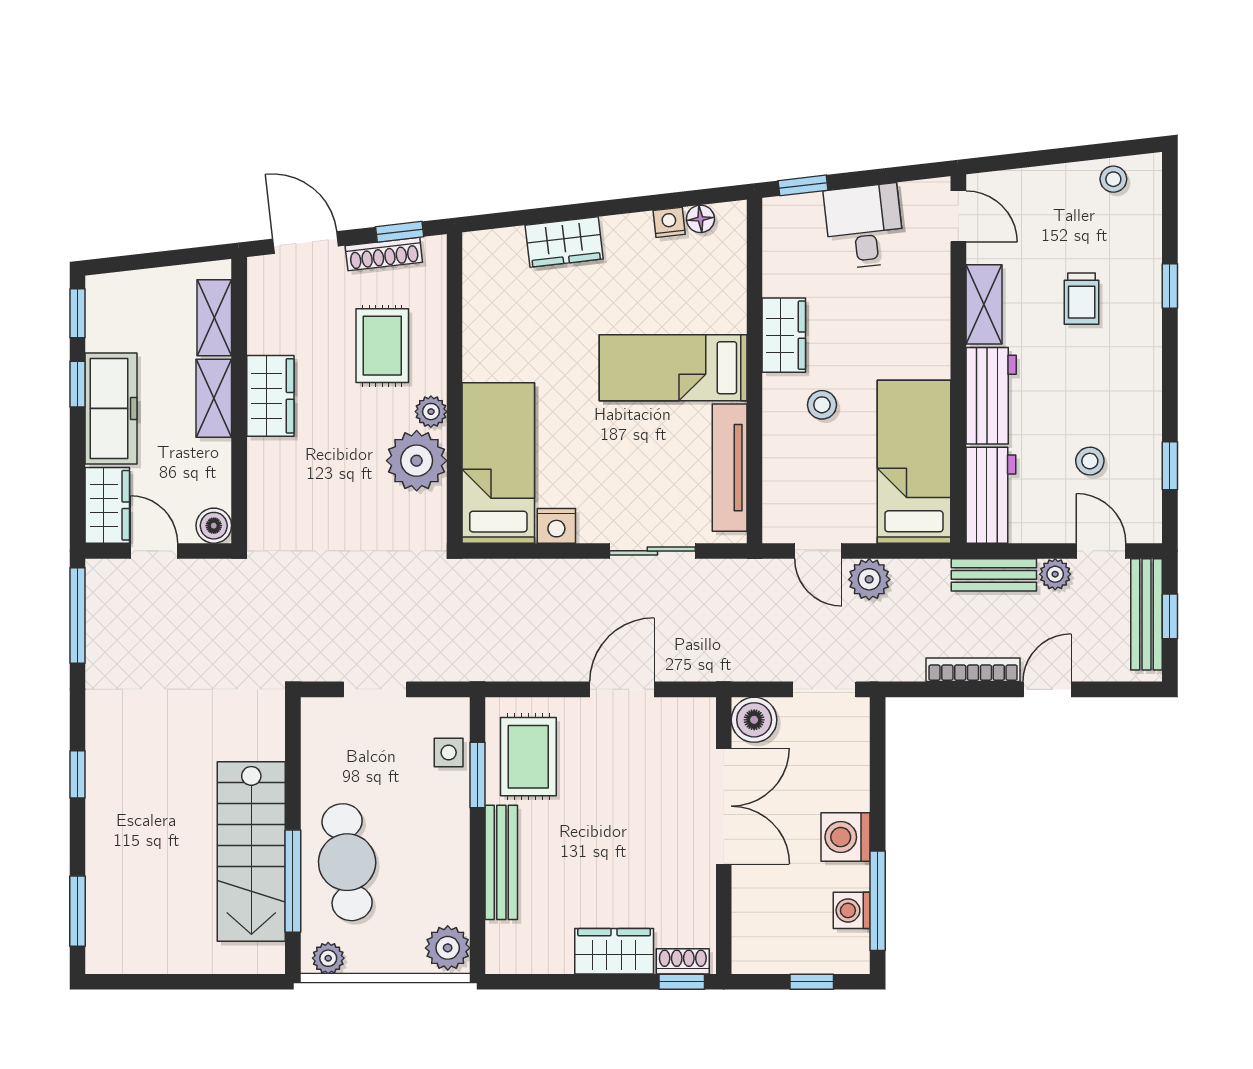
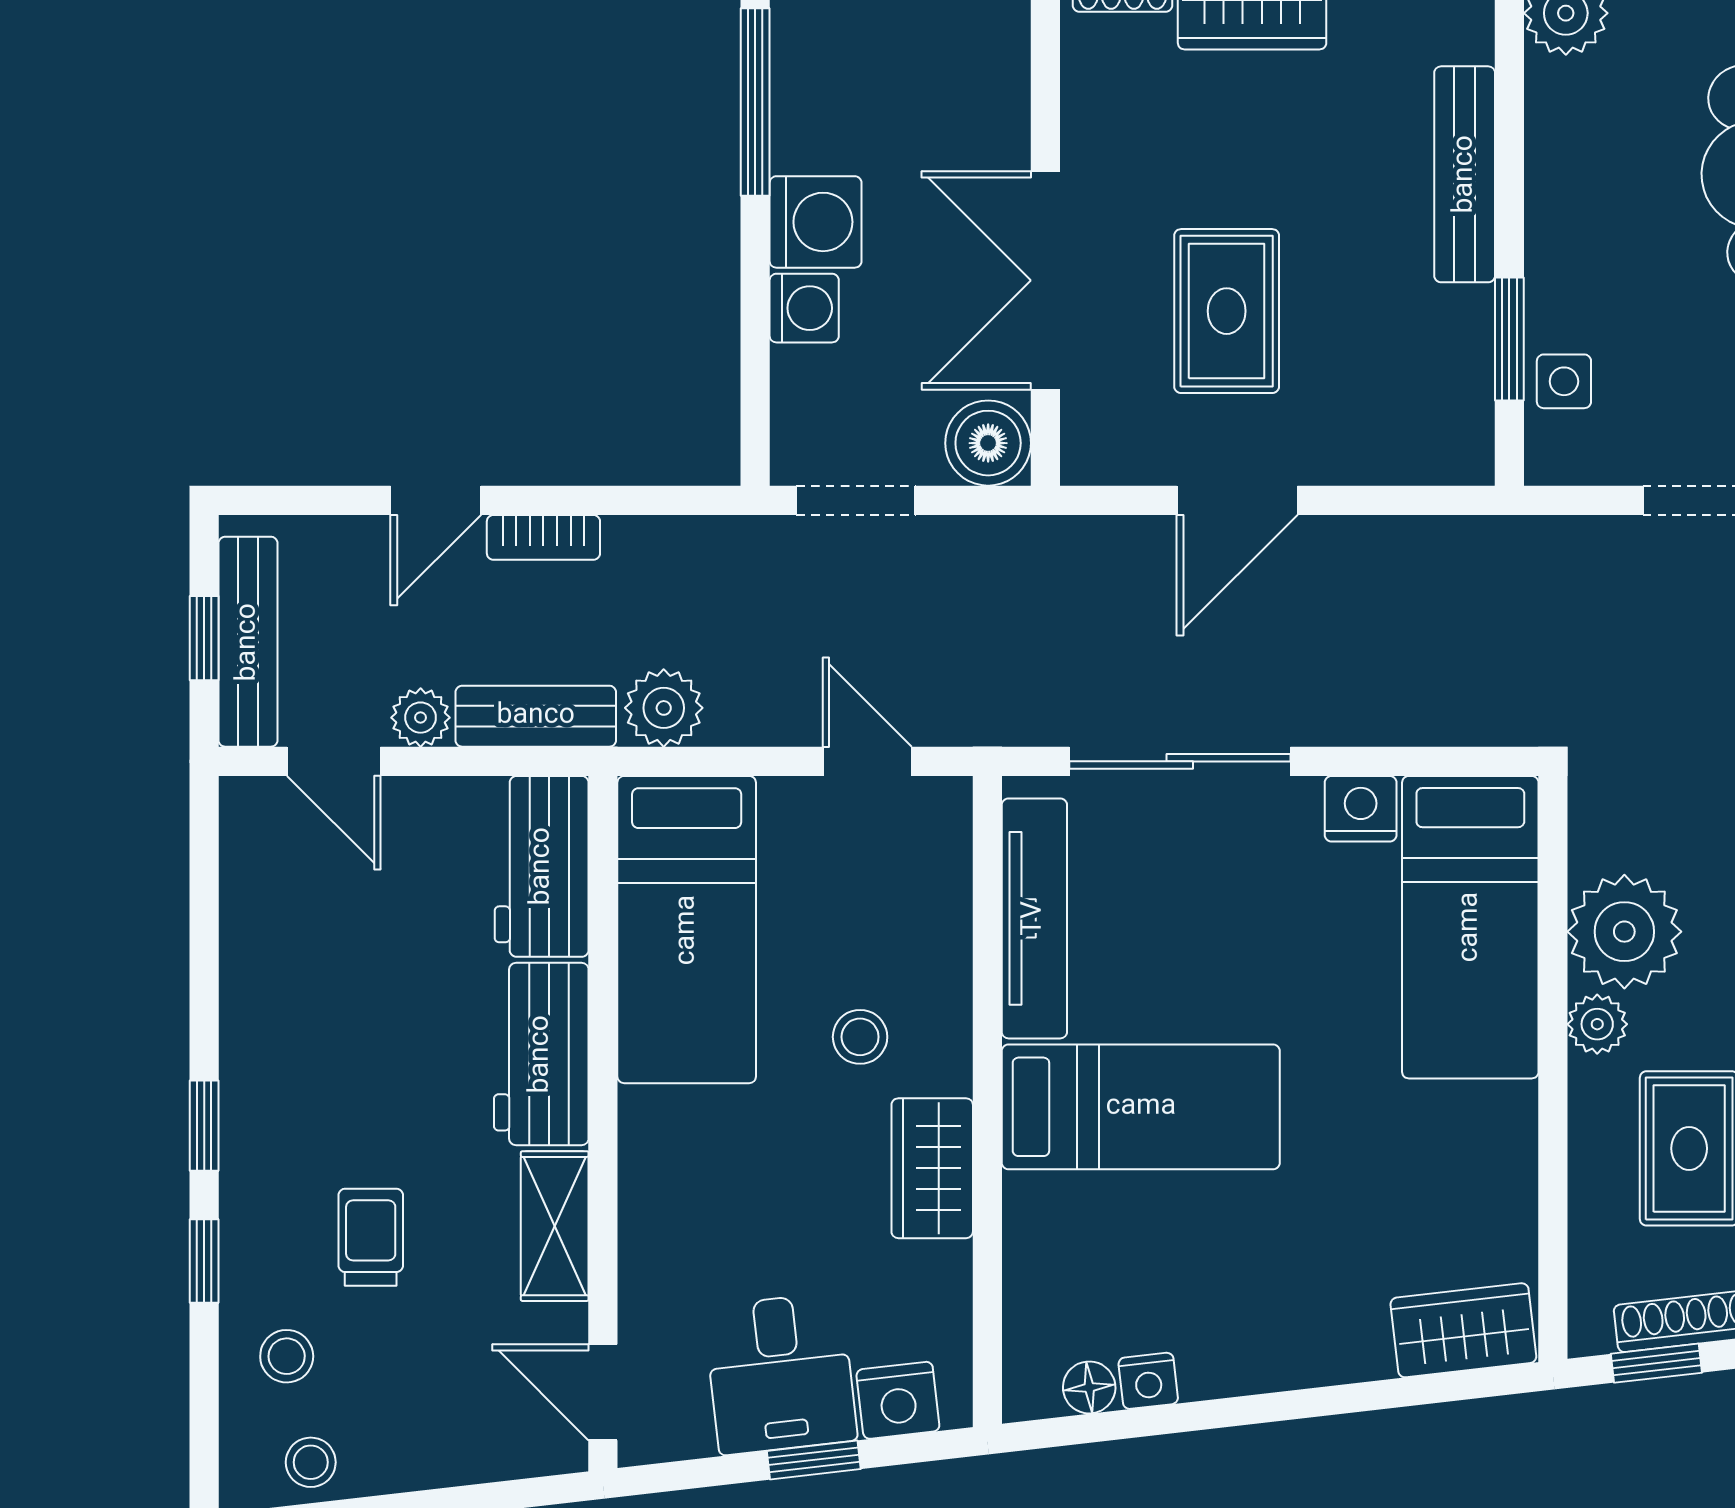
window: (803, 185) -> (814, 1460), moved
nightstand: (802, 212) -> (898, 1400), added
wardrobe: (564, 242) -> (1463, 1330), moved
stool: (1090, 461) -> (287, 1356), moved
window: (1170, 466) -> (204, 1126), moved
sliding door: (652, 551) -> (1180, 761), width x1.37
plant: (869, 579) -> (664, 708), moved
bookcase: (973, 670) -> (543, 537), width x0.64
rug: (528, 757) -> (1227, 311), moved
washing machine: (852, 910) -> (804, 308), moved

